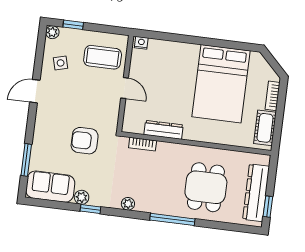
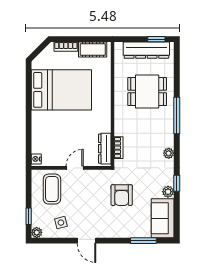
dresser: (164, 130) -> (105, 149), moved

